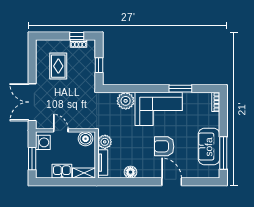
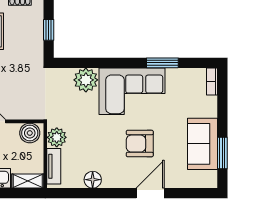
window: (223, 153) -> (222, 153), width x0.69
door: (172, 182) -> (150, 193), hinge flipped

